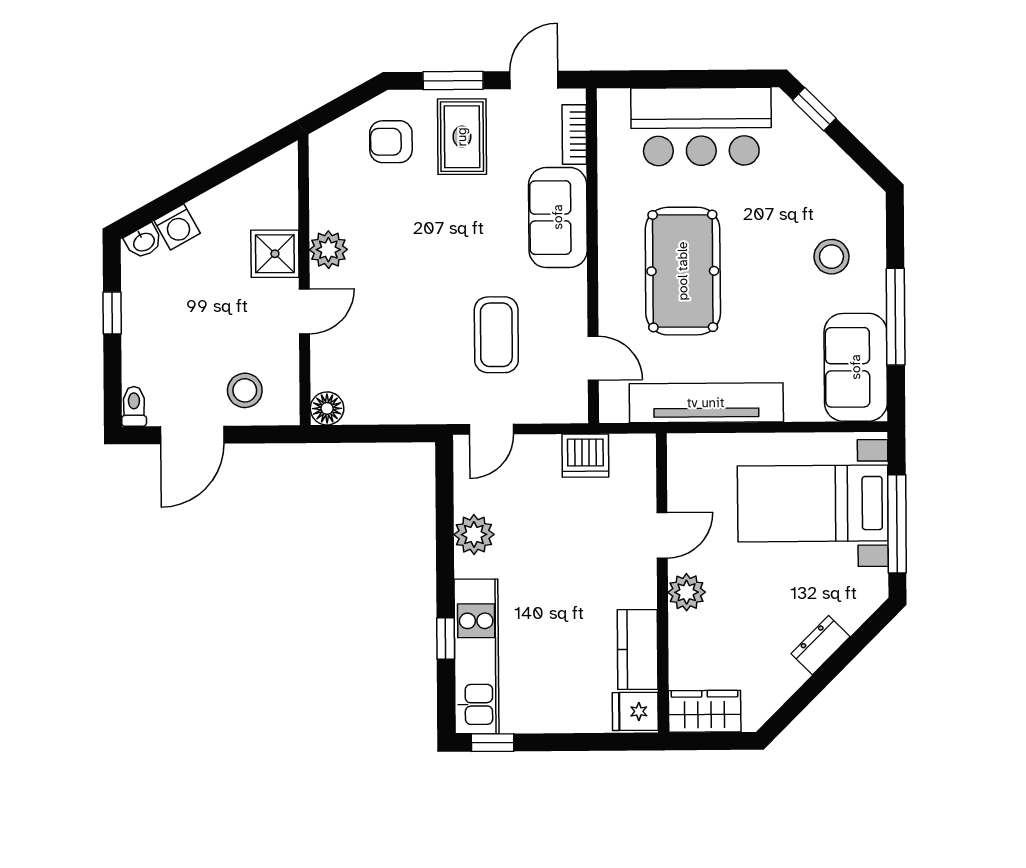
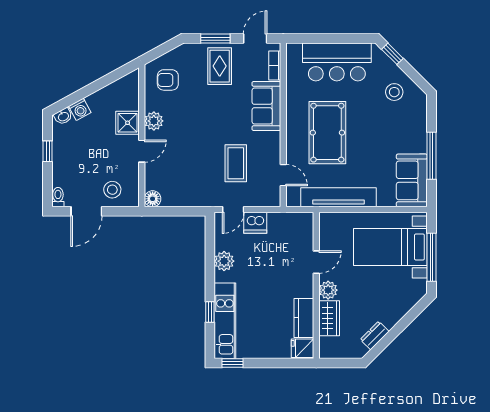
armchair: (391, 142) -> (168, 80), moved
stool: (831, 257) -> (394, 92), moved
dishwasher: (585, 456) -> (255, 223), moved
dresser: (821, 645) -> (375, 335), moved
wardrobe: (705, 711) -> (329, 318), moved, turned 90

